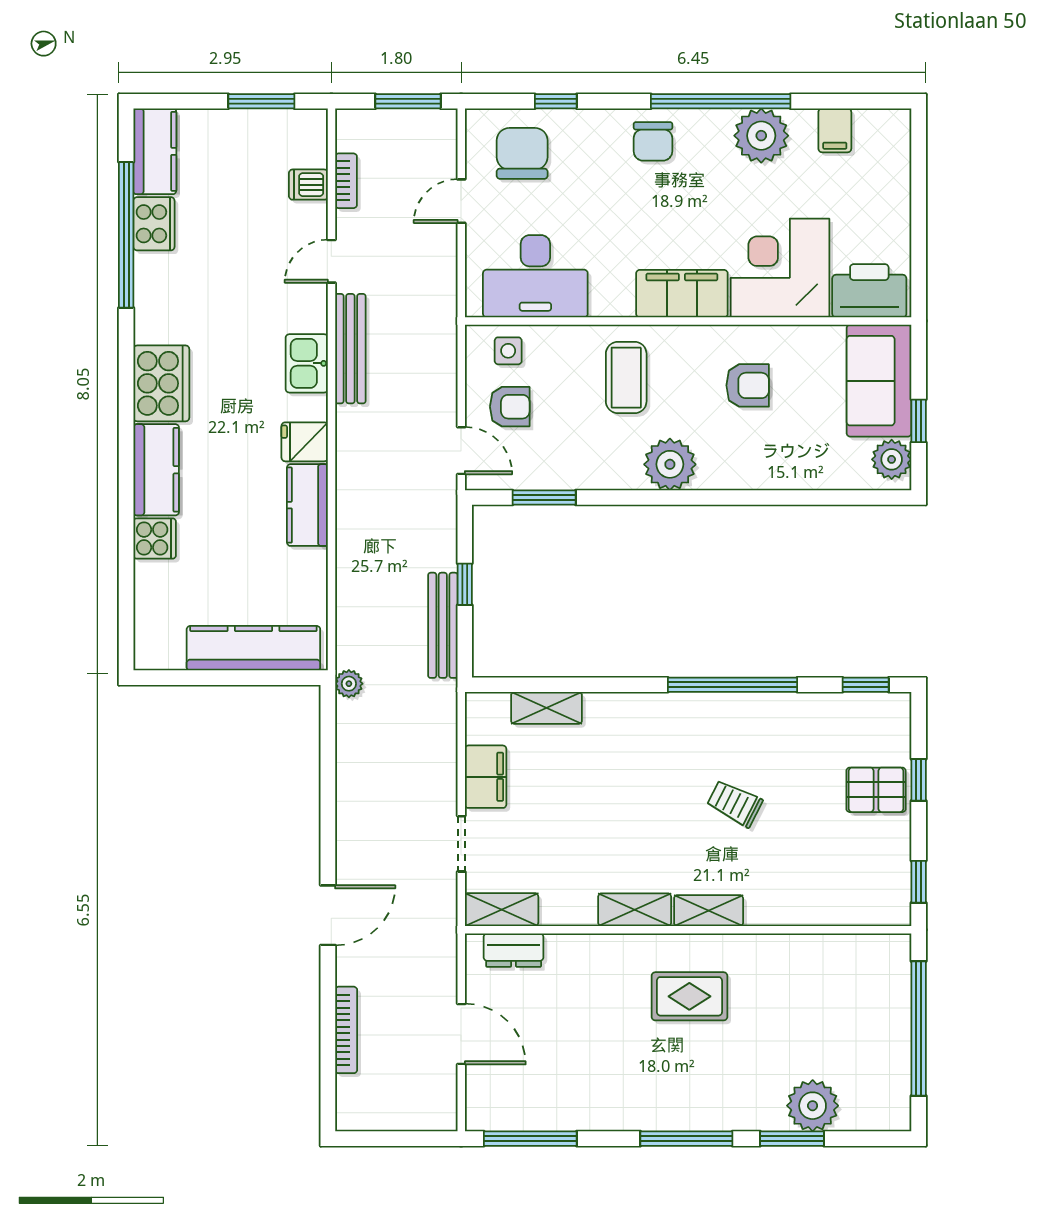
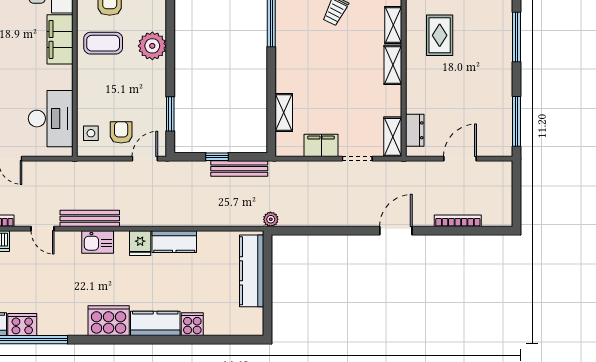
coffee table: (626, 378) -> (103, 43), moved
door: (328, 915) -> (396, 231), hinge flipped

